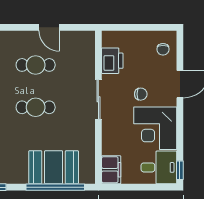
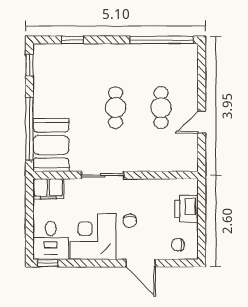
printer: (112, 61) -> (187, 209), moved, turned 90
sliding door: (98, 99) -> (103, 175), moved
booth: (54, 167) -> (51, 145), moved

